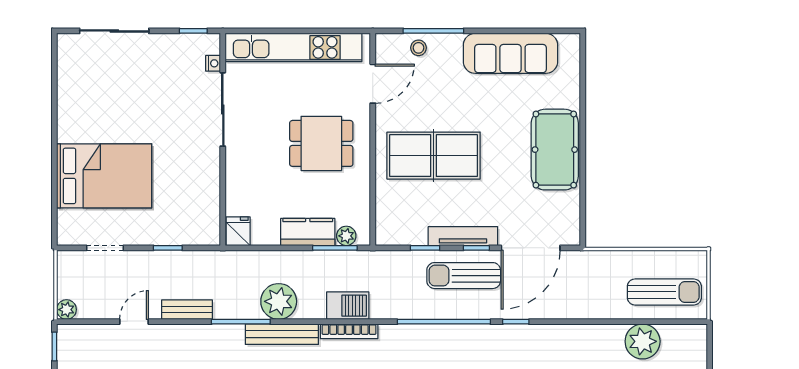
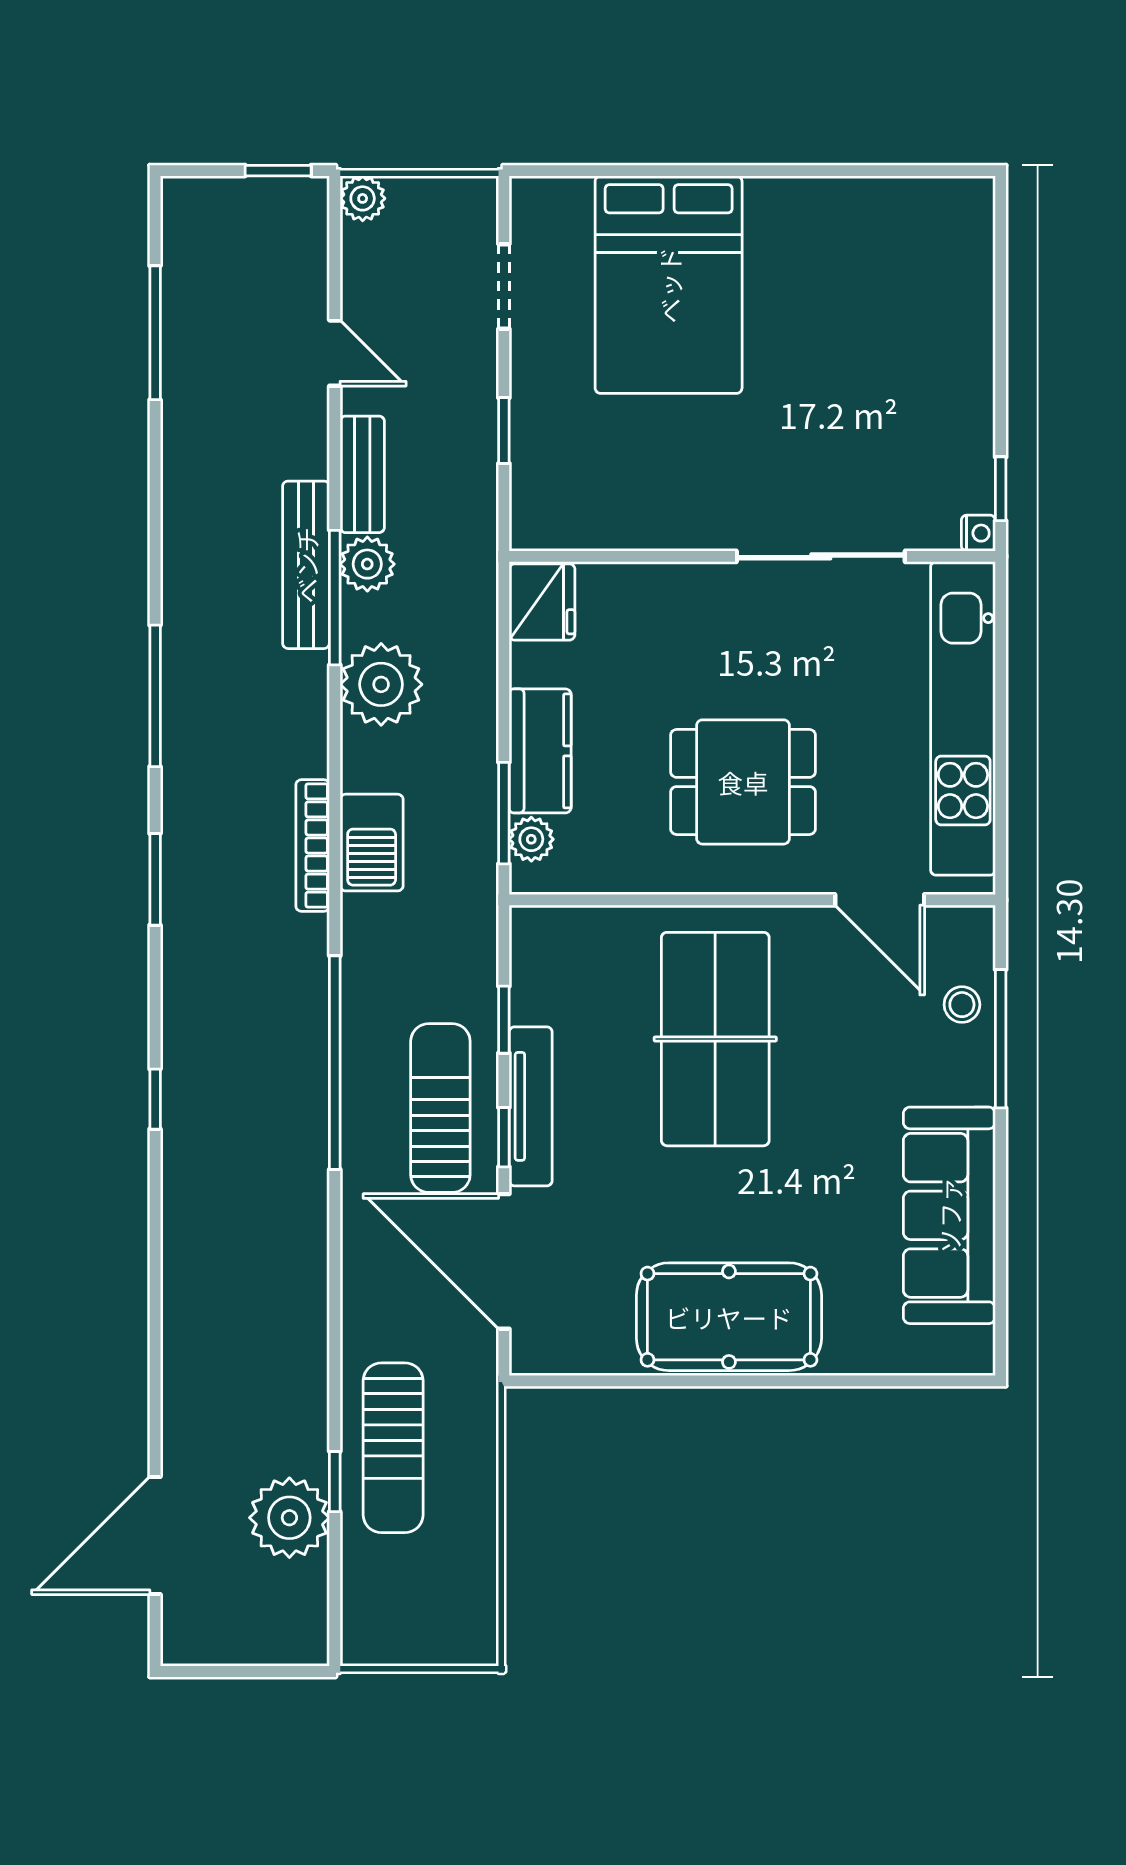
sliding door: (114, 31) -> (1001, 308), removed
nightstand: (213, 63) -> (978, 533), moved, turned -90
dining table: (321, 143) -> (743, 782), turned 90
fridge: (238, 231) -> (542, 602), width x1.38
sun lounger: (664, 292) -> (393, 1448), moved
plant: (226, 307) -> (367, 564), added
window: (516, 322) -> (335, 1482), moved
bench: (282, 334) -> (306, 565), moved

